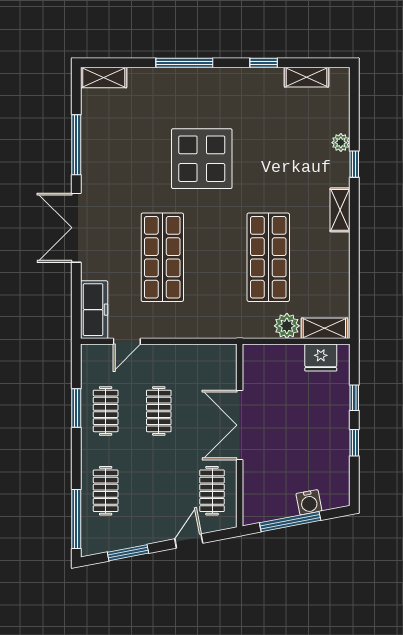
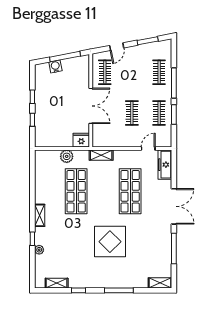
shelving: (324, 328) -> (101, 155), moved
fridge: (321, 358) -> (81, 140), moved
window: (76, 519) -> (174, 83), moved

